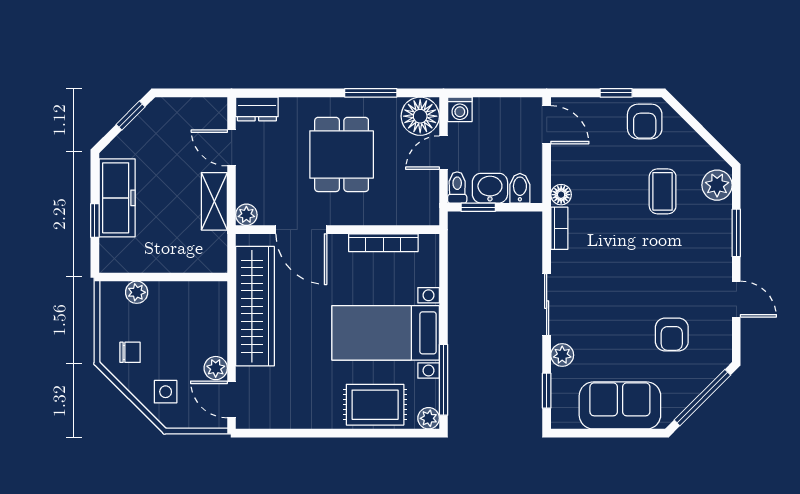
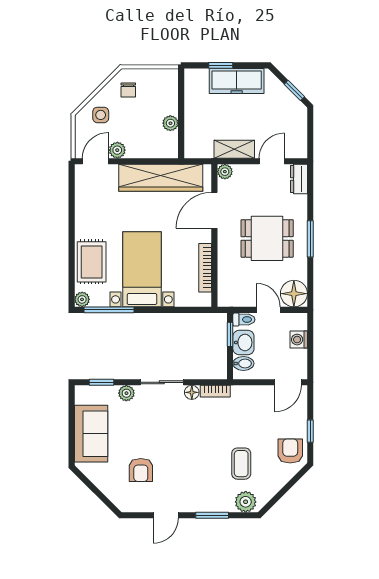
window: (371, 93) -> (310, 239), moved
washing machine: (460, 109) -> (299, 340), moved
armchair: (645, 121) -> (290, 451), turned 90
coffee table: (663, 191) -> (241, 464), turned 90
floor lamp: (561, 195) -> (192, 392), moved
plant: (137, 292) -> (170, 123), moved
armchair: (672, 334) -> (141, 470), turned -90
window: (702, 398) -> (97, 491), removed

